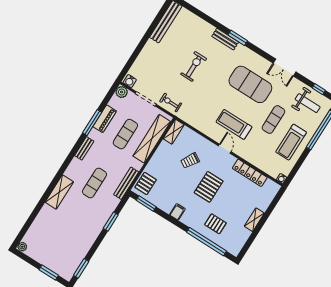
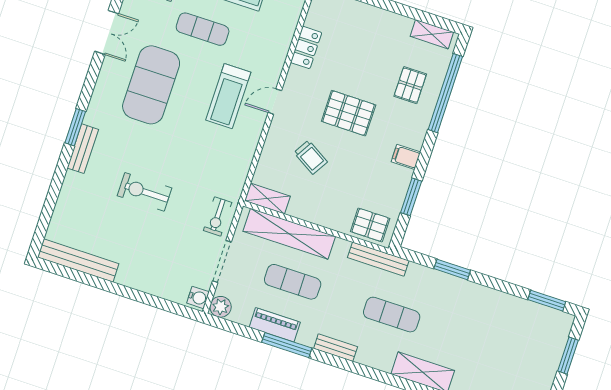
locker: (250, 173) -> (306, 47), width x0.66
window: (146, 203) -> (411, 197), moved
shelving: (254, 220) -> (432, 34), moved

